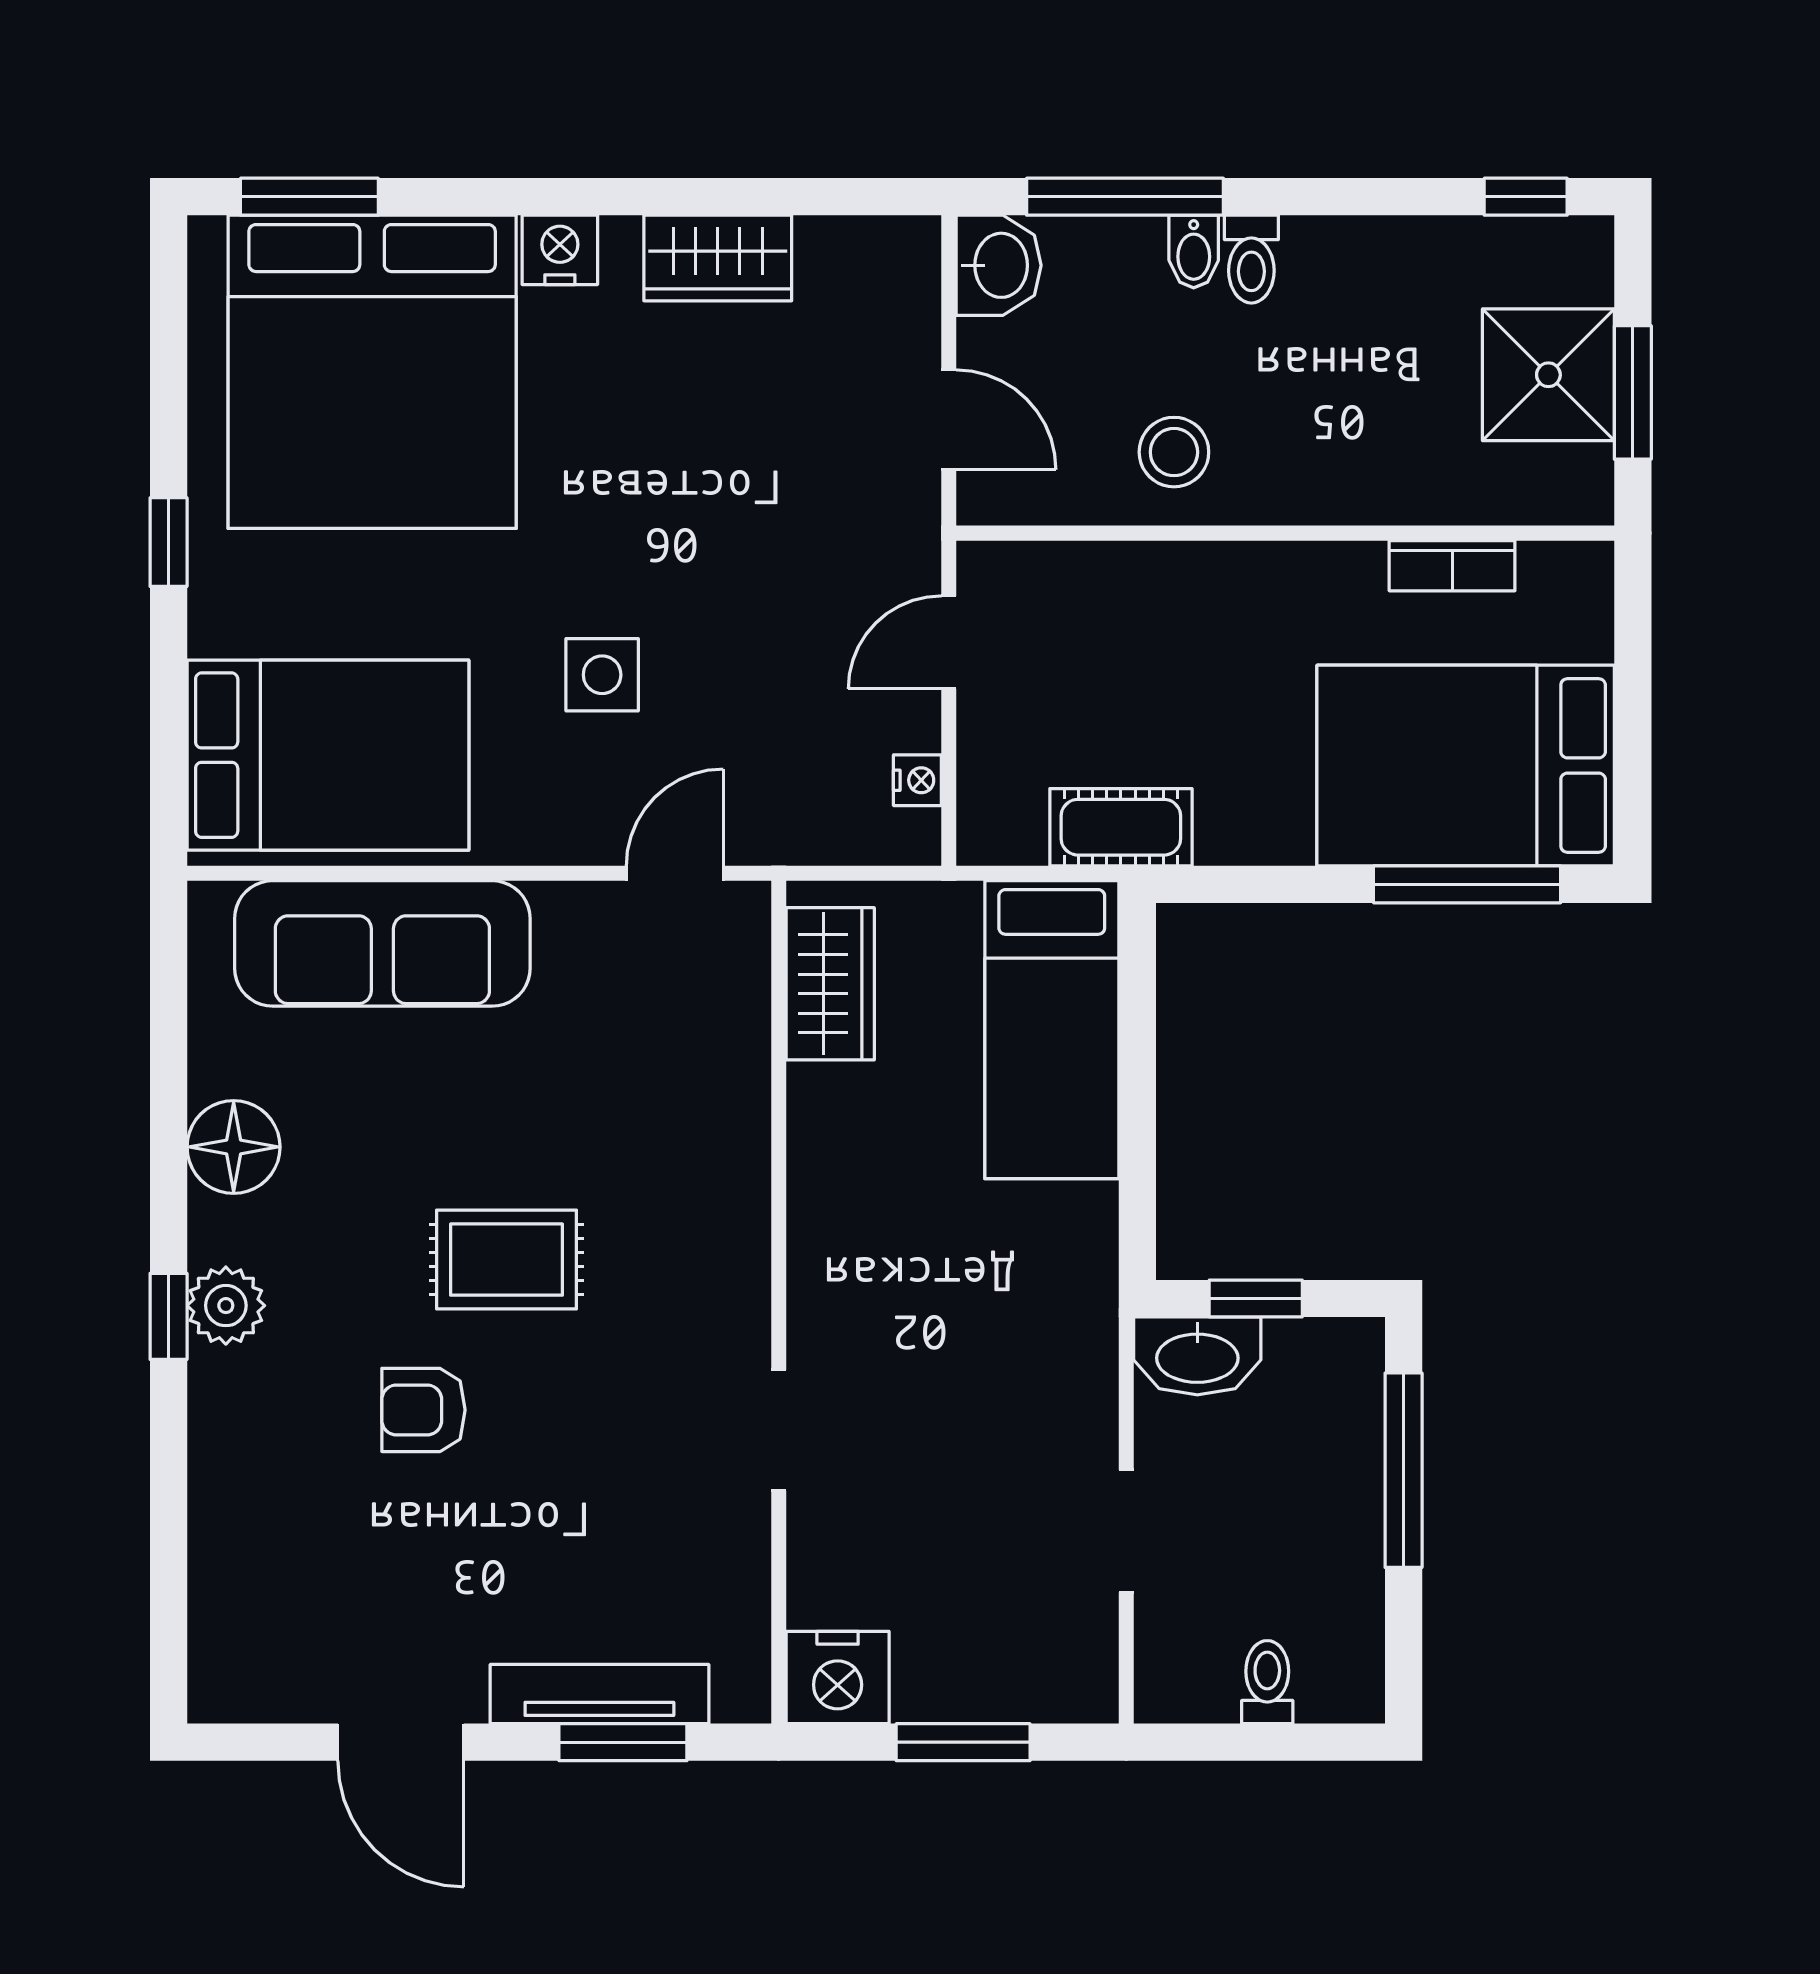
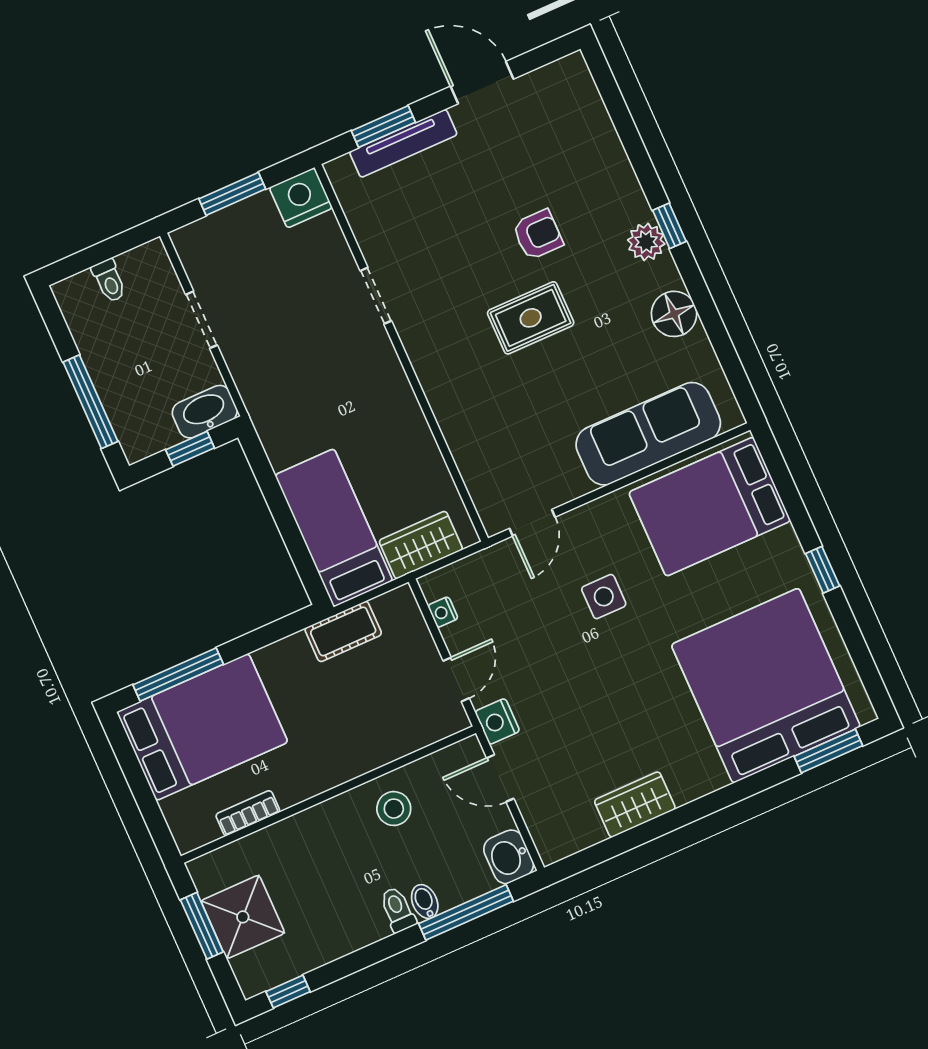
nightstand: (560, 250) -> (497, 721), moved, turned 90
wardrobe: (830, 984) -> (421, 545), moved, turned 90

